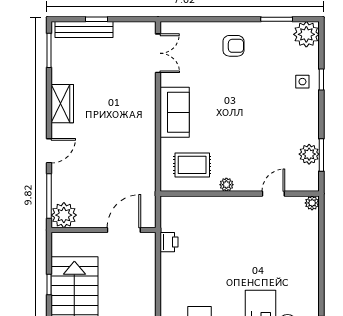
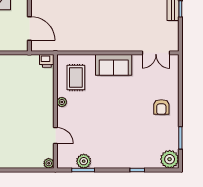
side table: (302, 82) -> (136, 156), removed
printer: (169, 242) -> (47, 61), moved

